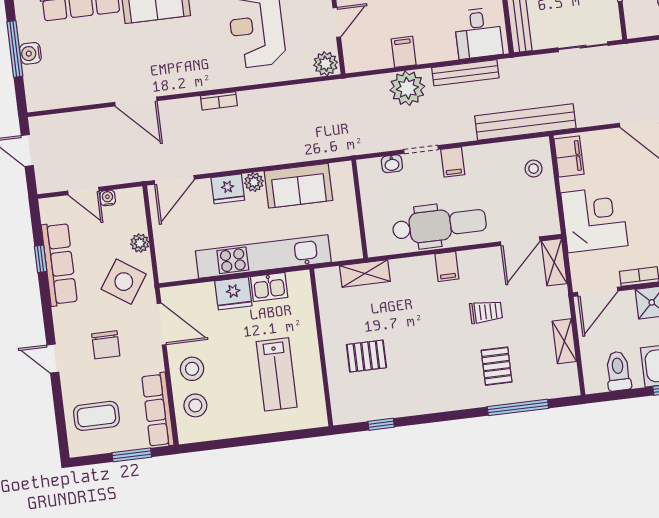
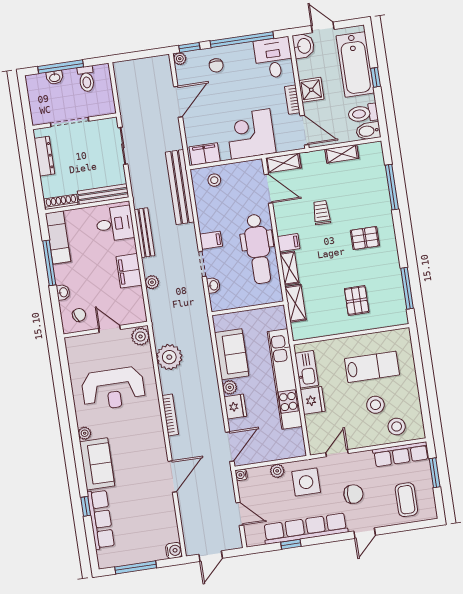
filing cabinet: (404, 52) -> (129, 271), width x2.00
water cooler: (30, 53) -> (174, 550), moved, turned -90
plant: (407, 88) -> (152, 282), width x0.53, depth x0.53
bookcase: (219, 101) -> (170, 415), width x1.56
plant: (297, 102) -> (169, 357), added
door: (174, 180) -> (230, 447), hinge flipped
door: (83, 191) -> (240, 514), hinge flipped
water cooler: (108, 198) -> (241, 475), moved
dental chair: (439, 225) -> (258, 249), turned 180
row of seats: (59, 264) -> (305, 529), width x1.36
shelving: (412, 267) -> (289, 268), added
side table: (124, 282) -> (306, 482), turned -34
kitchen sink: (269, 287) -> (307, 369), width x1.38
door: (162, 324) -> (337, 453), width x0.73
pallet: (497, 366) -> (365, 238), moved
stool: (192, 369) -> (375, 405), moved
bidet: (594, 378) -> (368, 131), added
window: (381, 424) -> (407, 288), width x2.17

